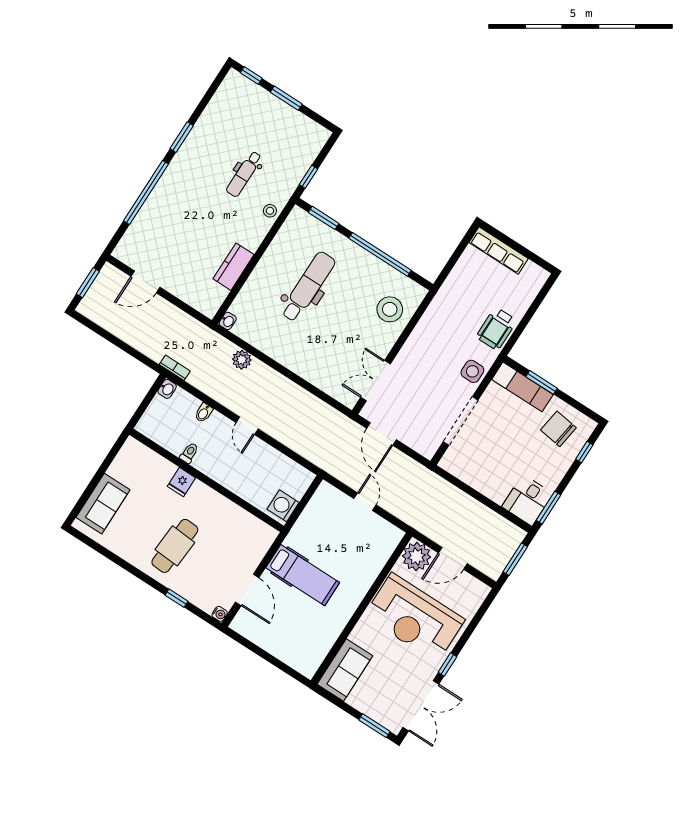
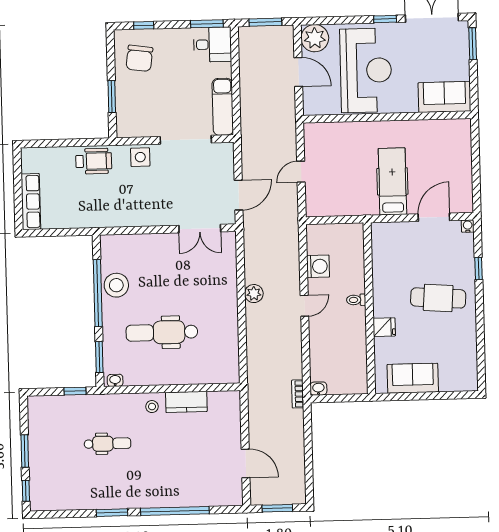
stool: (270, 211) -> (152, 407), moved
stool: (390, 309) -> (116, 285), moved
washbasin: (228, 321) -> (115, 380), moved
plant: (242, 360) -> (254, 294), moved
exam couch: (522, 387) -> (223, 107), moved, turned 180
bidet: (204, 413) -> (318, 347), removed
toilet: (189, 453) -> (356, 300), moved
sofa: (103, 504) -> (413, 378), moved
washing machine: (283, 506) -> (318, 266), moved, turned -90
plant: (417, 556) -> (315, 38), moved

